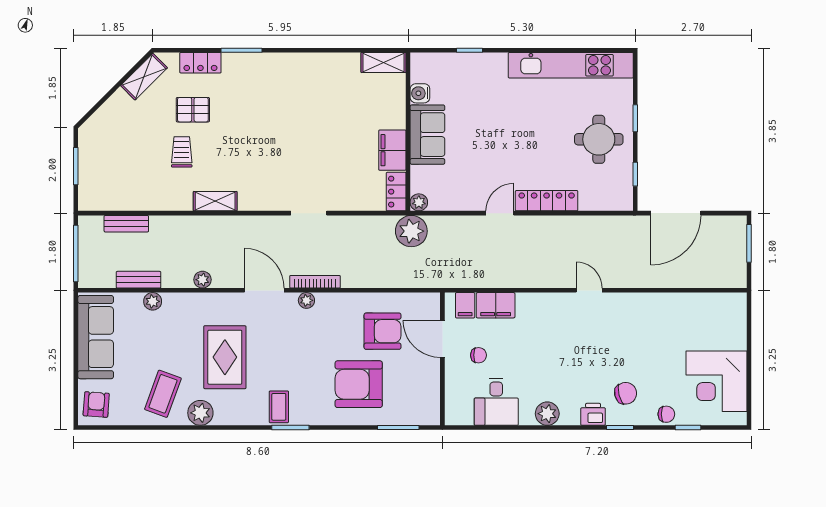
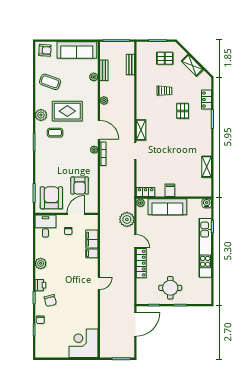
shelving: (383, 62) -> (207, 167), moved
kitchen unit: (571, 65) -> (205, 248), moved
shelving: (144, 77) -> (192, 65), moved
water cooler: (420, 93) -> (207, 203), moved
pallet: (193, 110) -> (183, 111), moved
sofa: (427, 135) -> (167, 207), width x1.36
filing cabinet: (392, 150) -> (170, 190), width x0.50
pallet: (113, 151) -> (165, 58), added
shelving: (215, 201) -> (141, 130), moved
door: (676, 213) -> (135, 324), swing flipped
plant: (411, 231) -> (127, 219), moved
door: (264, 290) -> (99, 130), hinge flipped
filing cabinet: (465, 305) -> (92, 253), moved
corner desk: (716, 381) -> (83, 343), moved
armchair: (359, 384) -> (51, 198), moved
desk: (496, 402) -> (45, 226), moved, turned 90
coffee table: (279, 407) -> (55, 133), moved
plant: (200, 413) -> (41, 115), moved

